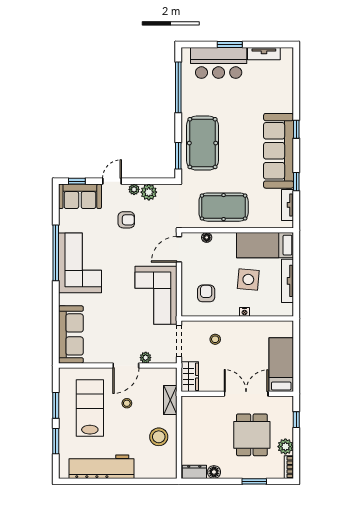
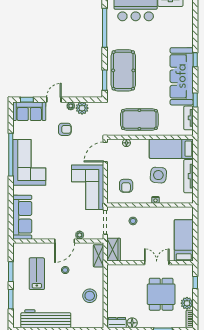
armchair: (206, 293) -> (126, 186), turned 180
double door: (246, 394) -> (157, 263), width x0.73
shelving: (170, 400) -> (98, 256), moved
lab bench: (90, 408) -> (37, 274), width x0.73, depth x0.72

